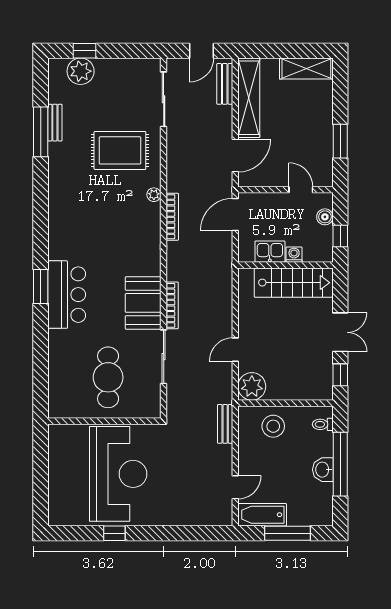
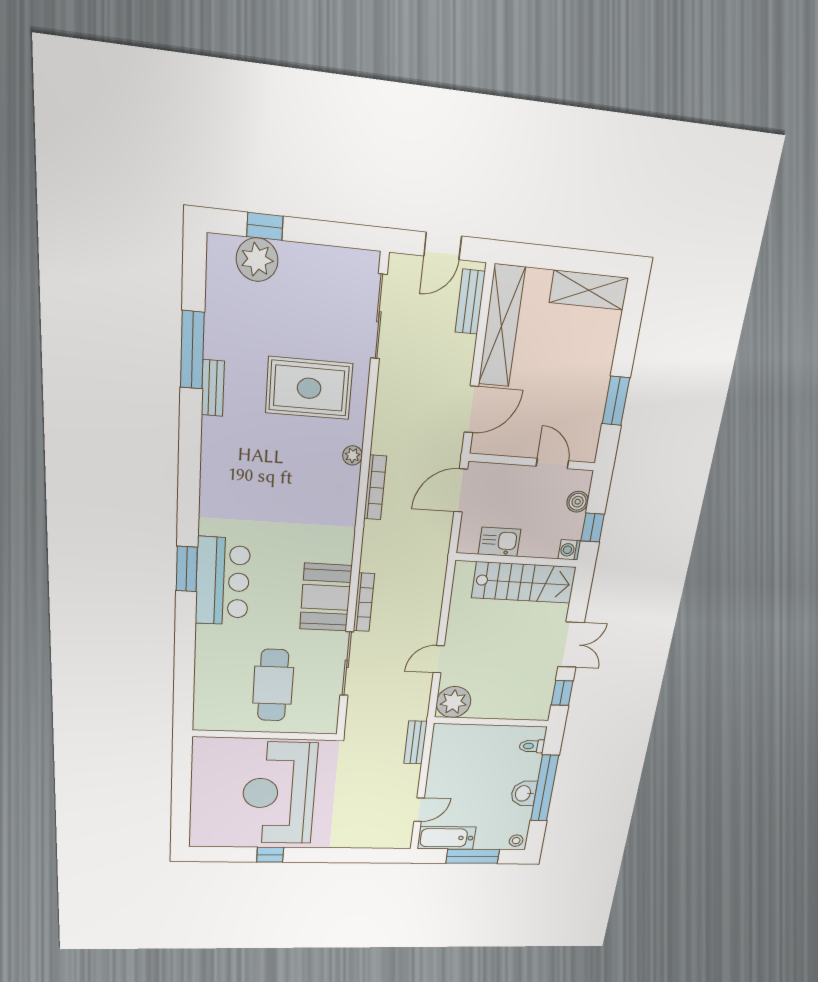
bench: (55, 123) -> (213, 388), moved
washing machine: (294, 255) -> (569, 550), moved, turned -90
stool: (273, 426) -> (516, 841), moved, width x0.53, depth x0.53
reception desk: (118, 474) -> (279, 793), turned 180

